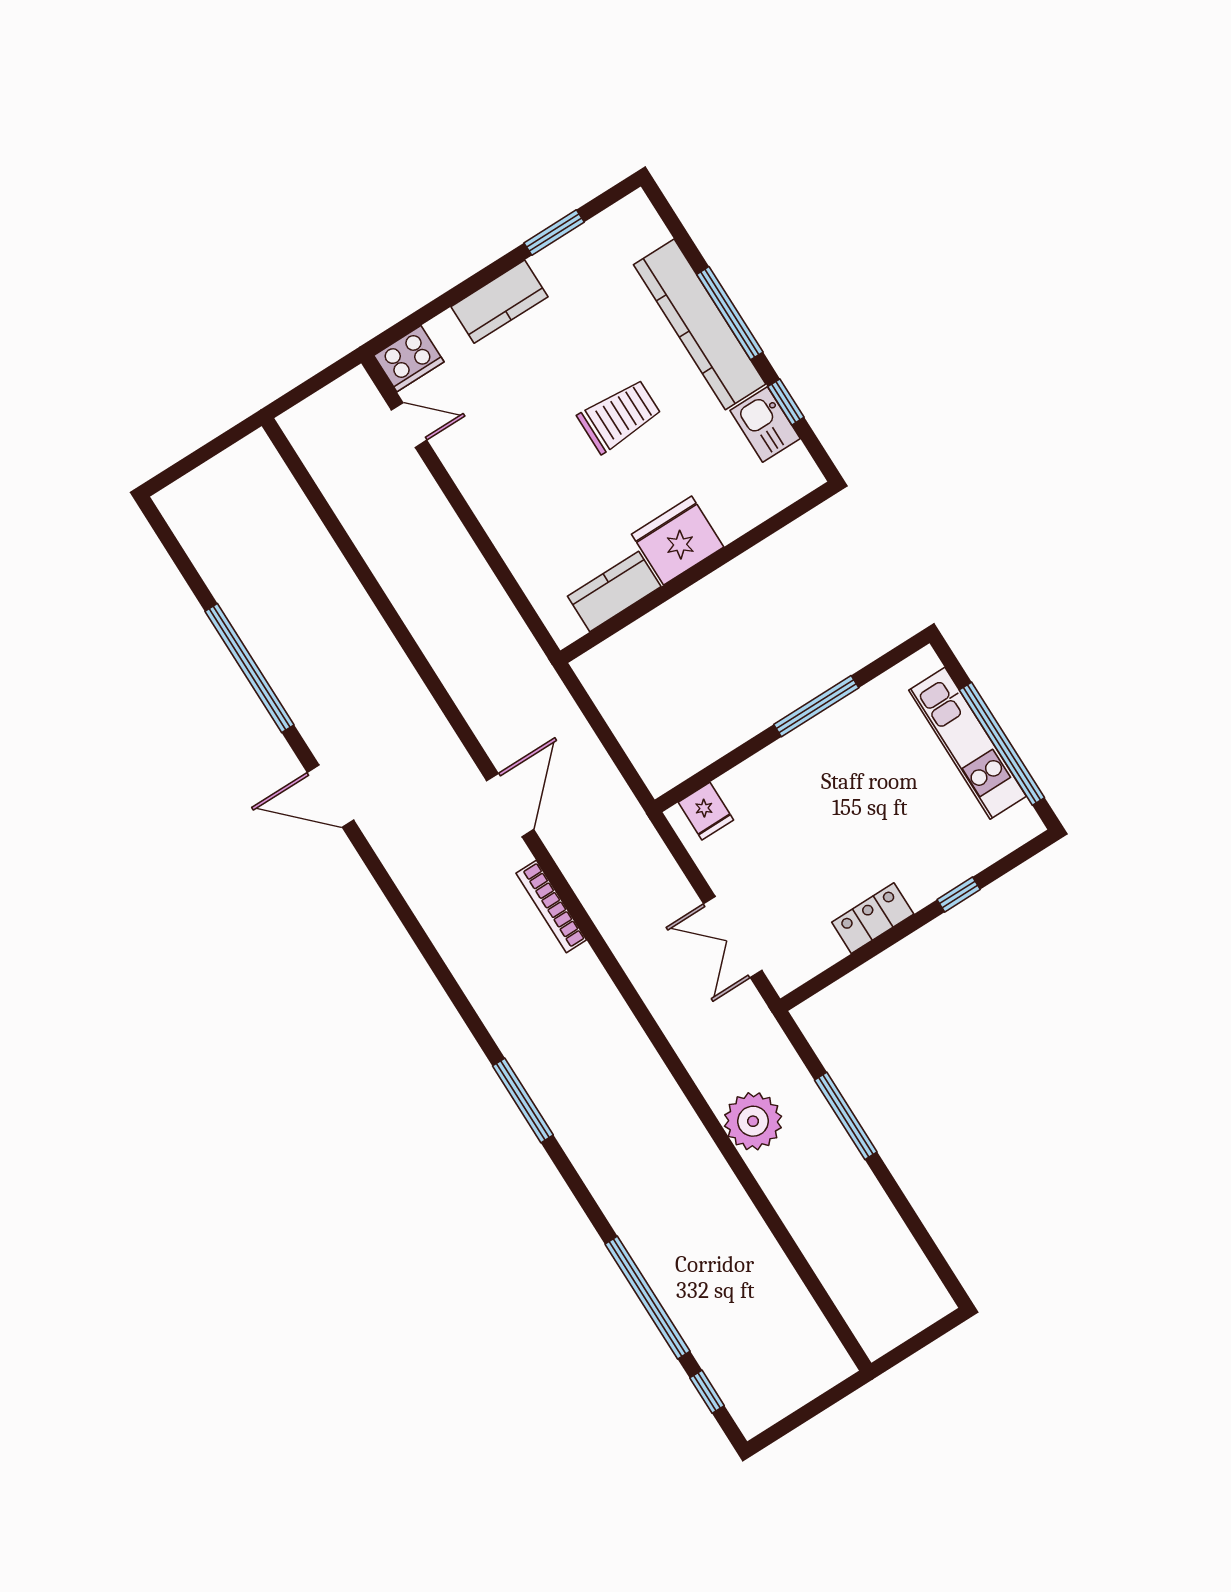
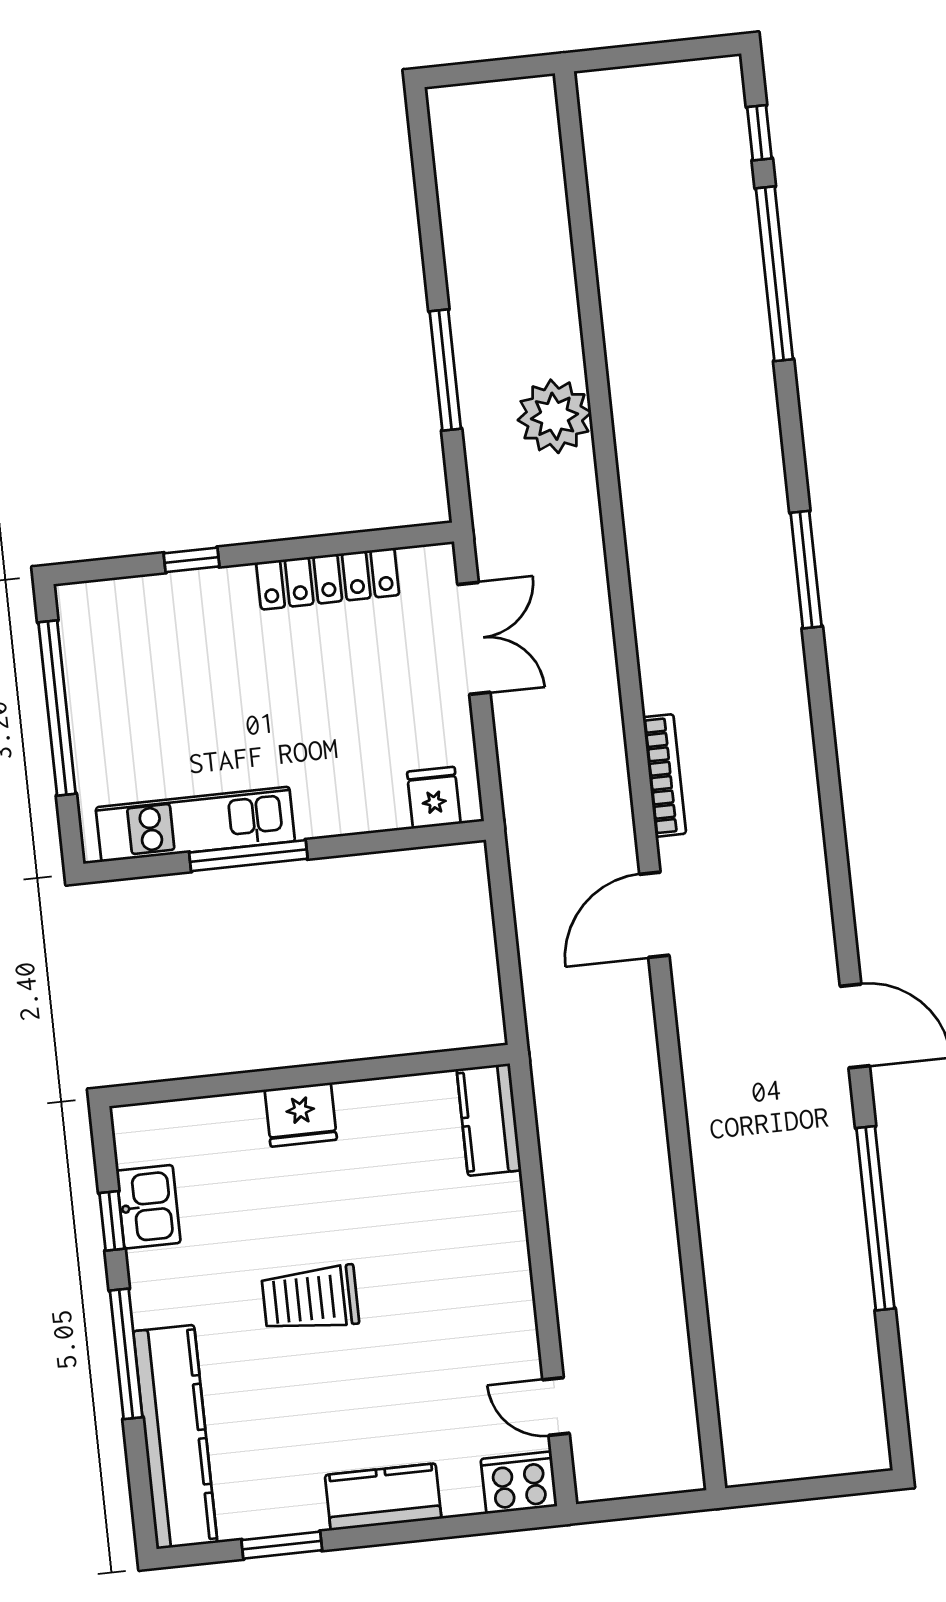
kitchen counter: (700, 324) -> (175, 1437), moved
fridge: (678, 541) -> (301, 1115), width x0.73, depth x0.75
kitchen counter: (614, 591) -> (489, 1120), moved, turned 90
kitchen unit: (967, 743) -> (195, 824), moved, turned -90
locker: (873, 918) -> (328, 579), width x1.53

